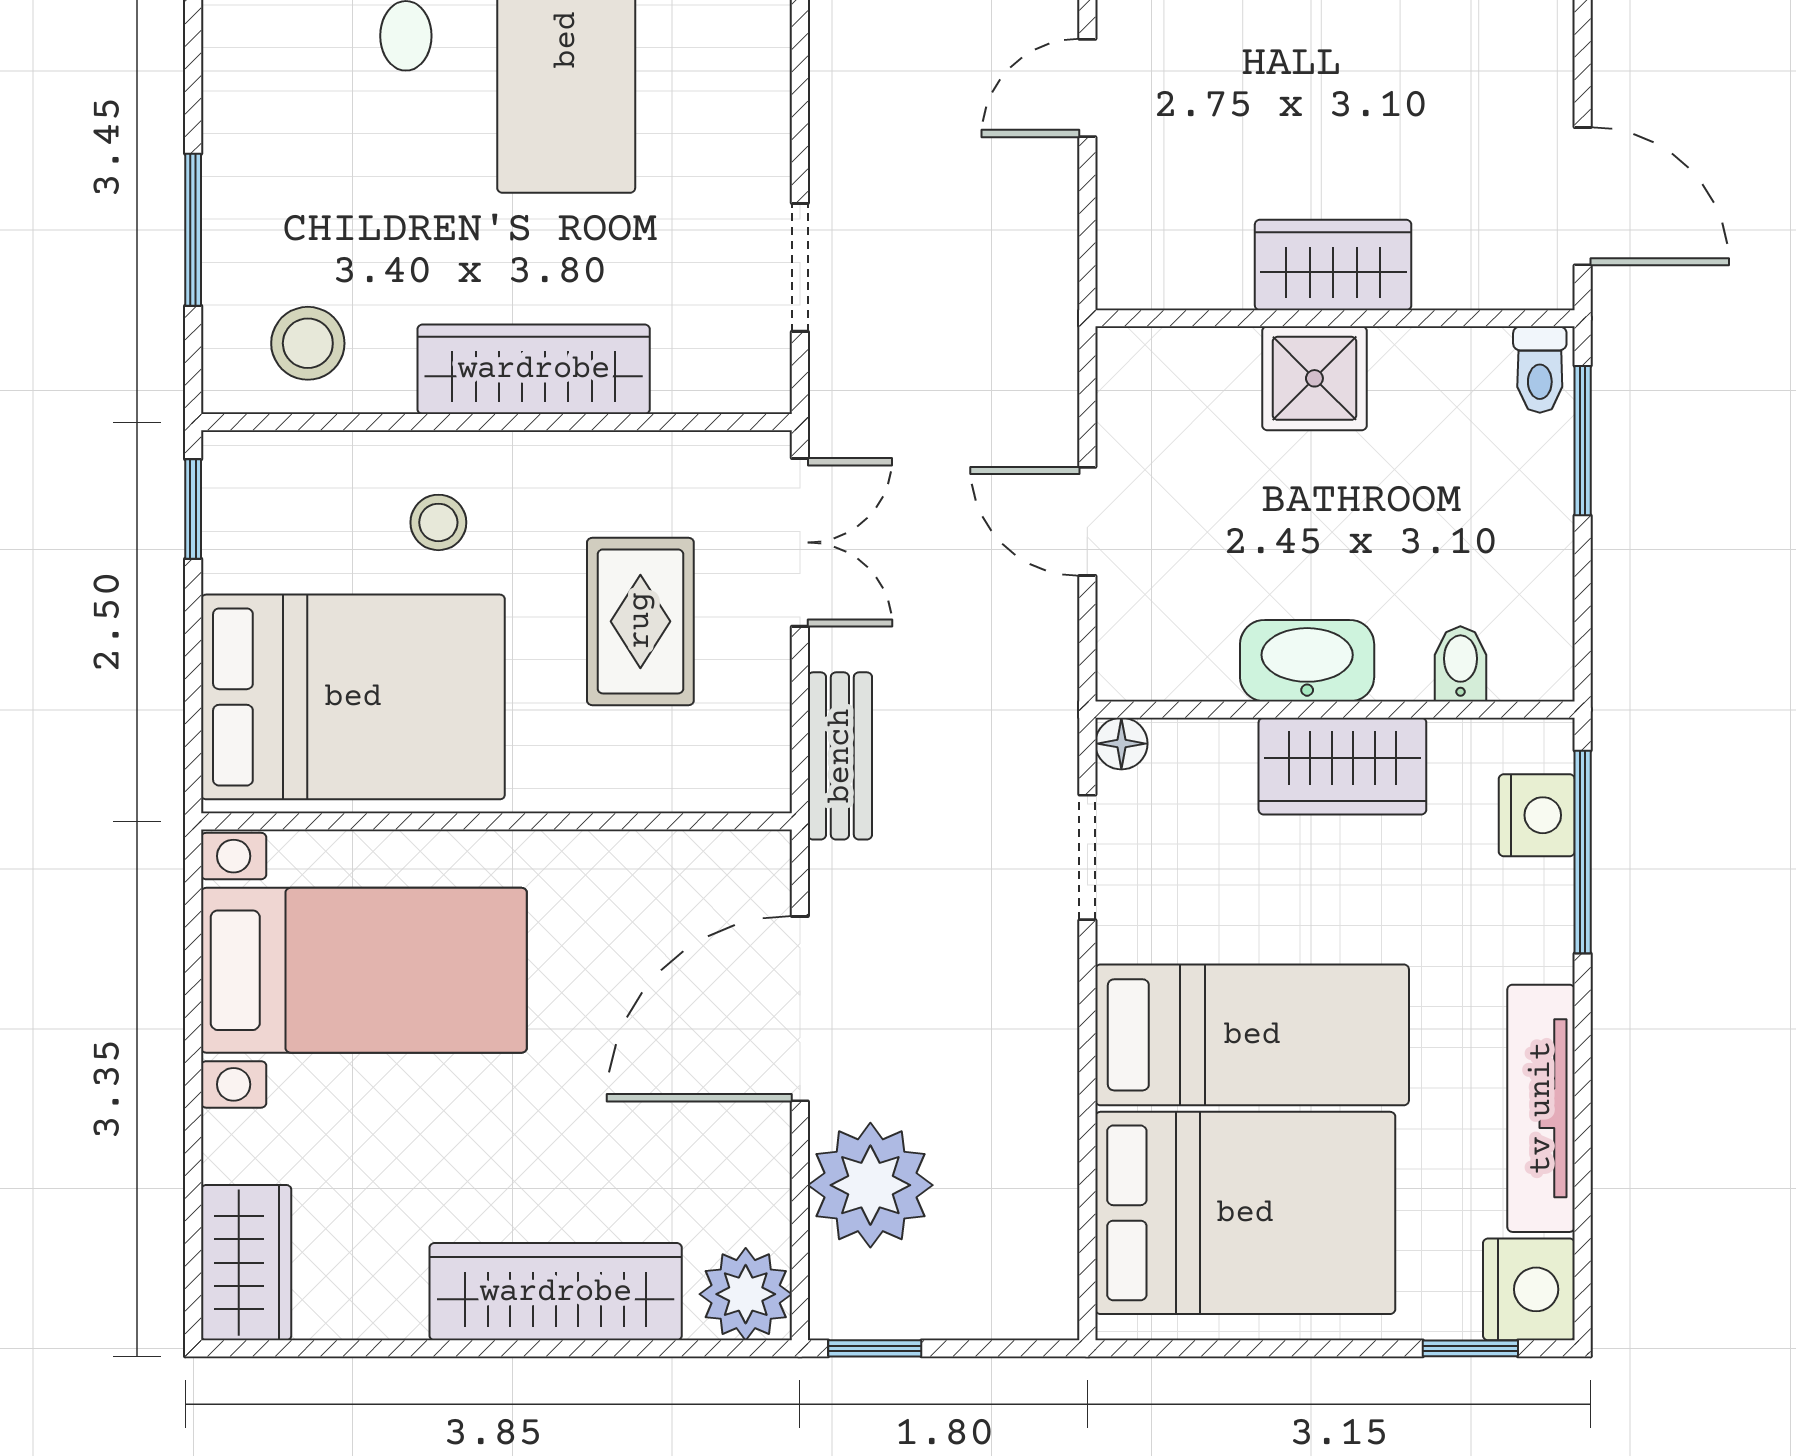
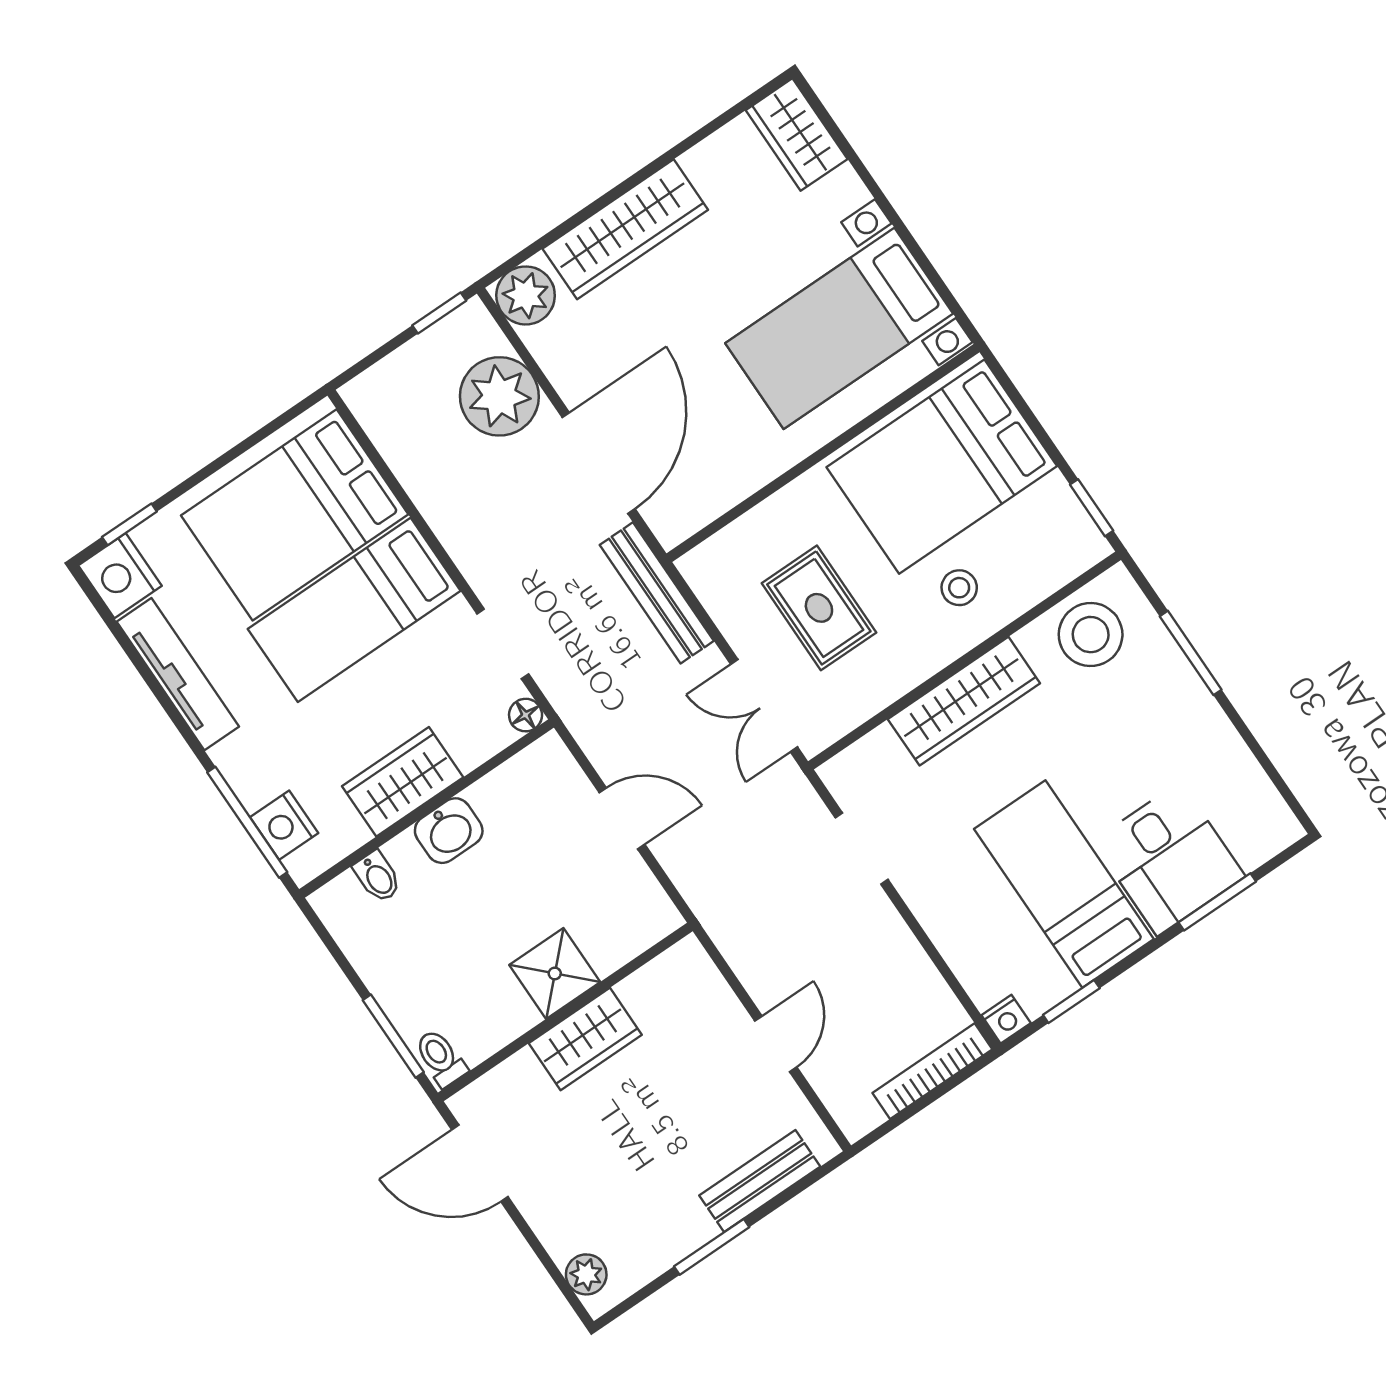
stool: (308, 343) -> (1091, 635), width x1.38, depth x1.38
washbasin: (1307, 661) -> (449, 831), width x0.72
bench: (840, 756) -> (657, 593), width x1.36

